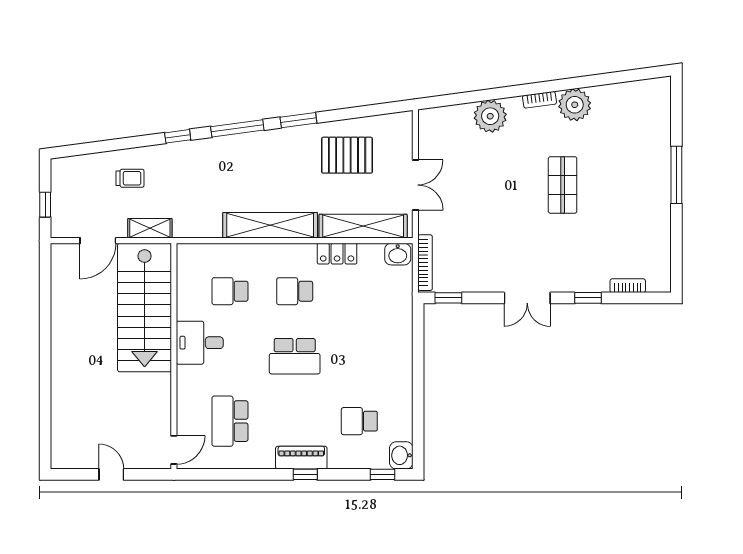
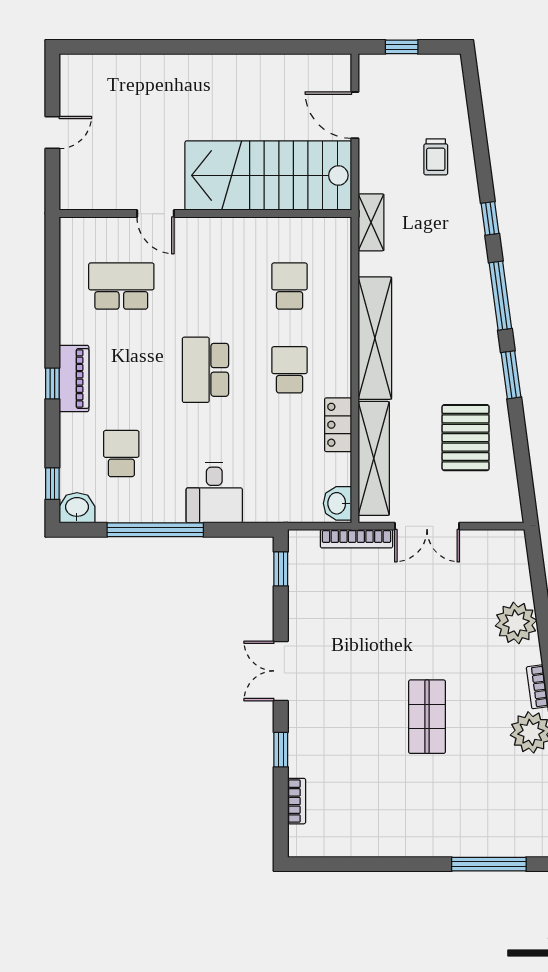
window: (676, 175) -> (489, 864), moved
shop shelf: (563, 185) -> (427, 717), turned 90
shelving: (150, 228) -> (371, 222), moved
bookcase: (425, 263) -> (356, 539), moved
desk: (200, 343) -> (214, 493), moved, turned 180
window: (418, 395) -> (155, 530), added
door: (174, 450) -> (156, 214), moved

